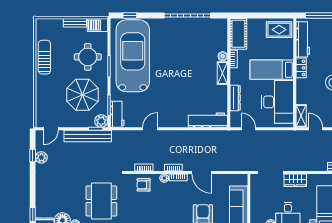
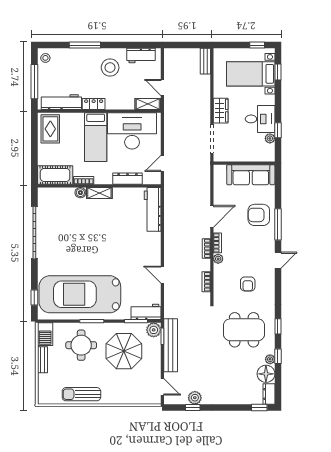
door: (316, 129) -> (162, 88), hinge flipped
armchair: (144, 185) -> (248, 284), moved

